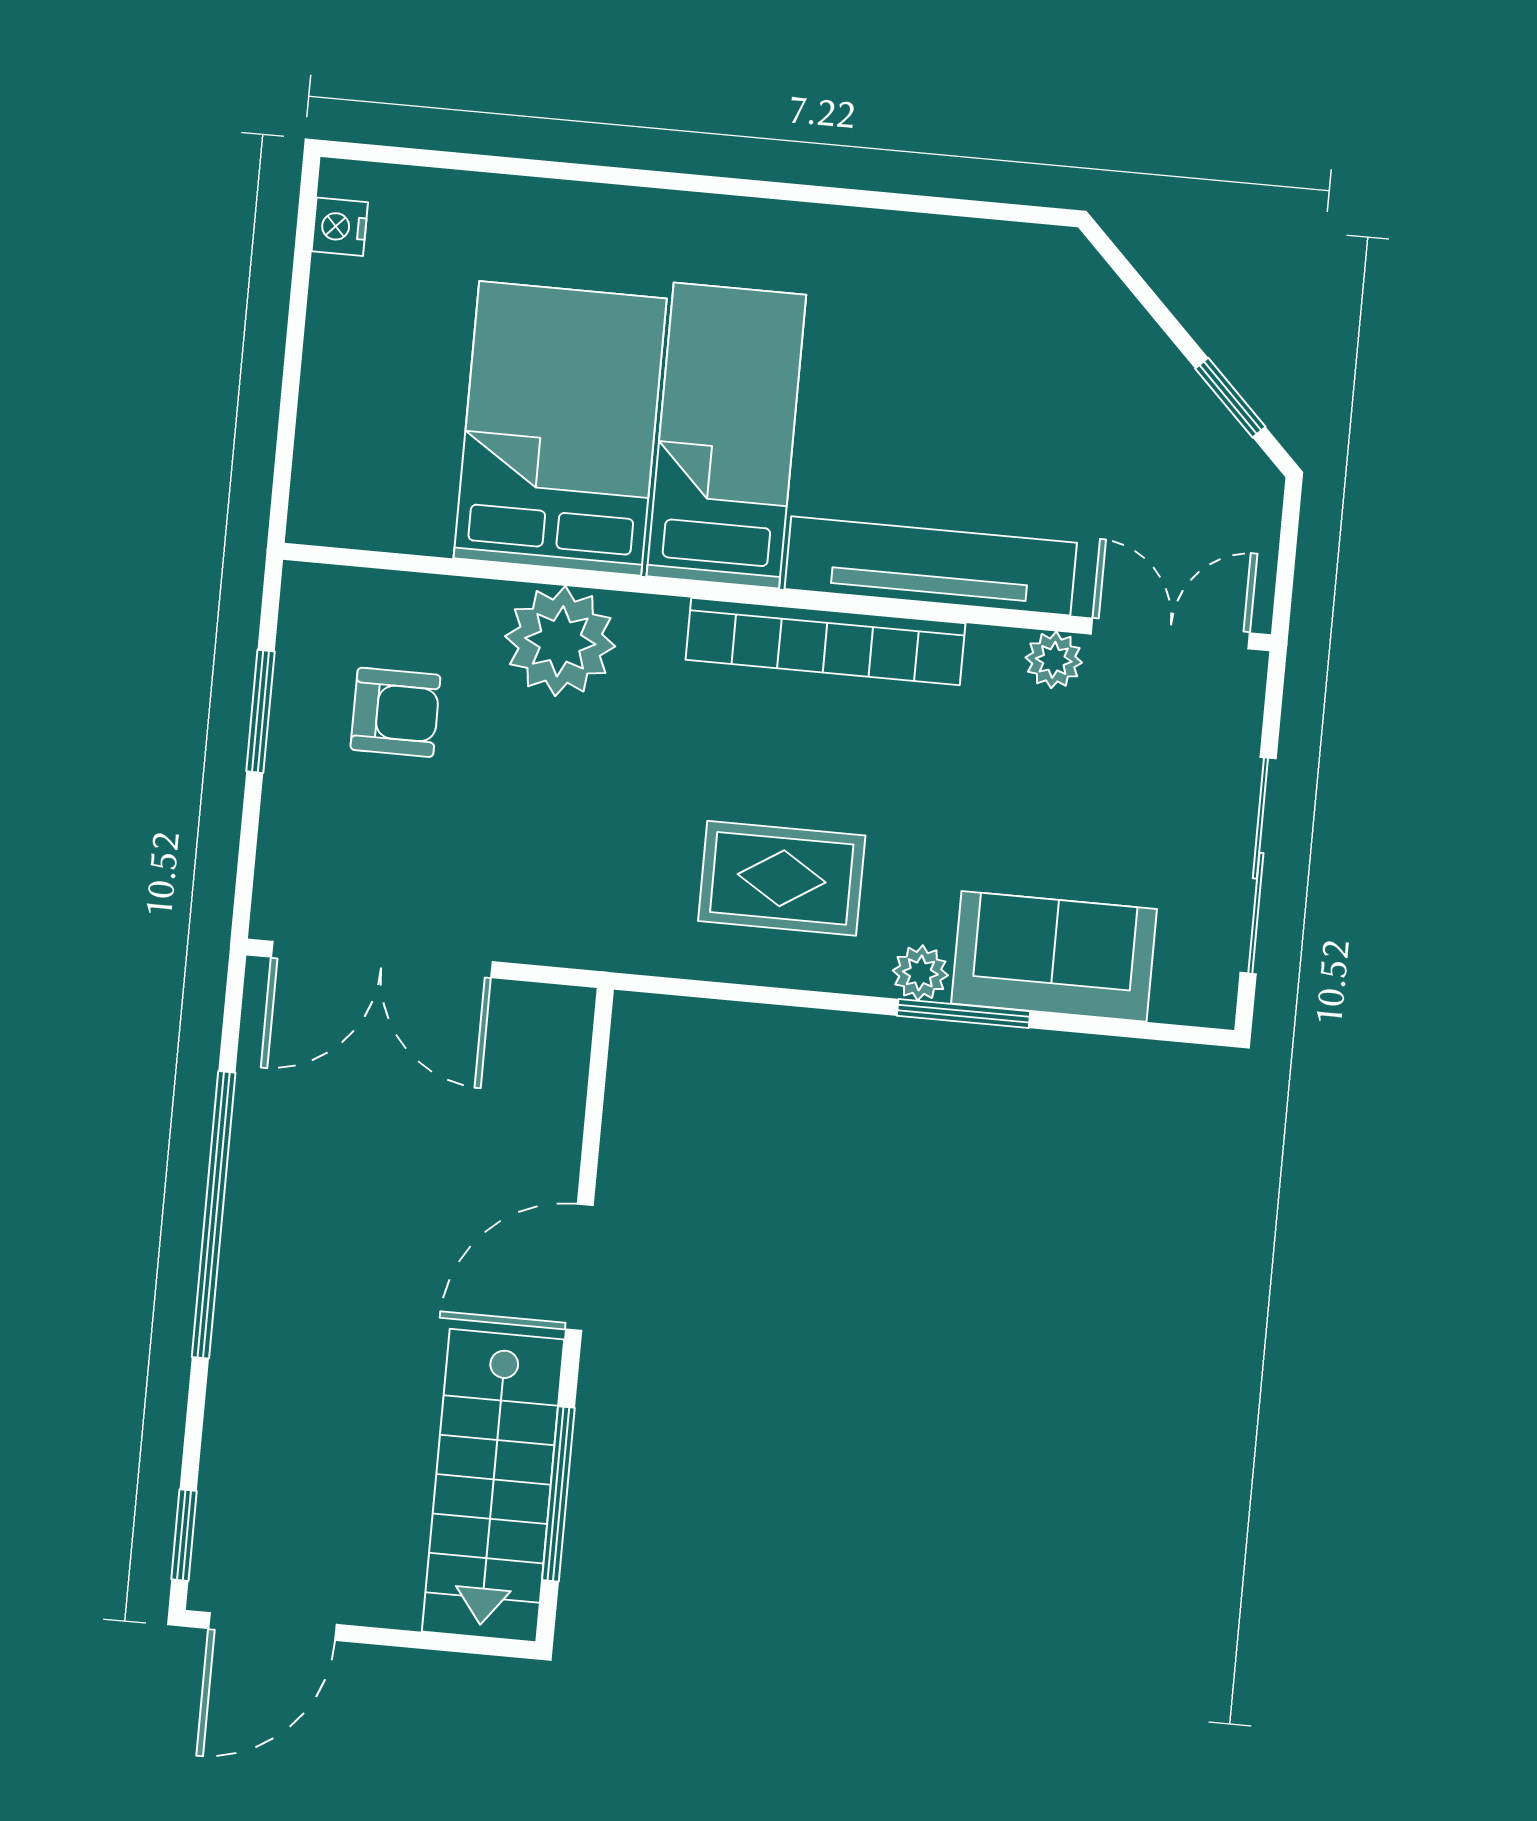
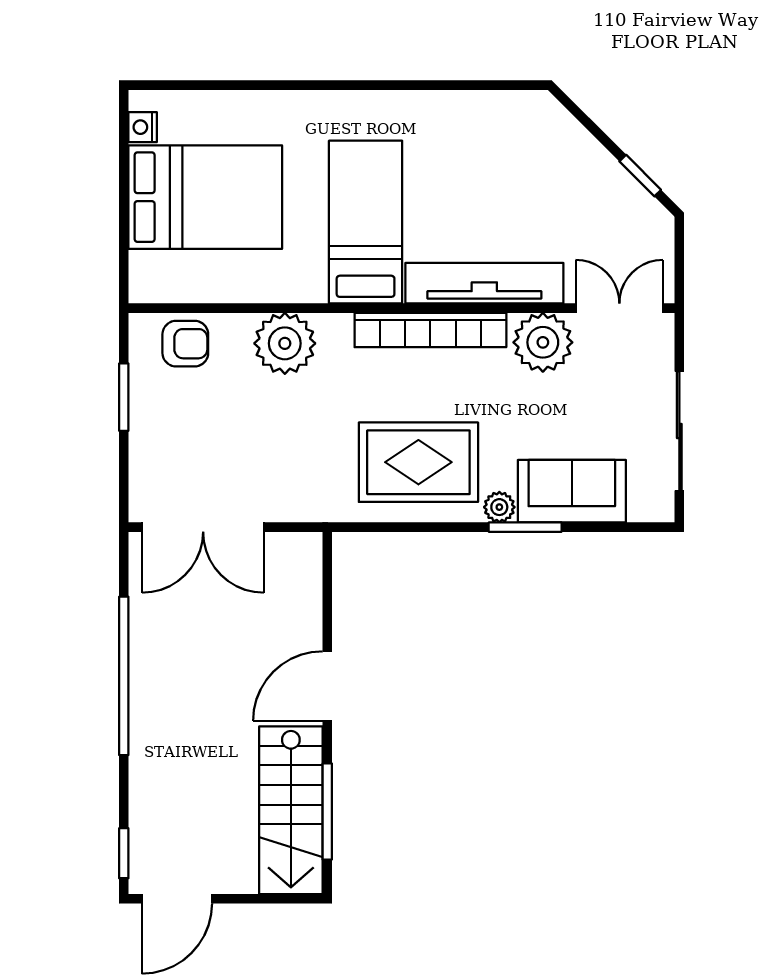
bed: (560, 428) -> (205, 197), moved, turned 90
plant: (1054, 660) -> (543, 342), width x1.87, depth x1.87
armchair: (395, 712) -> (185, 344), moved
rug: (782, 878) -> (418, 462), width x1.36, depth x1.43

